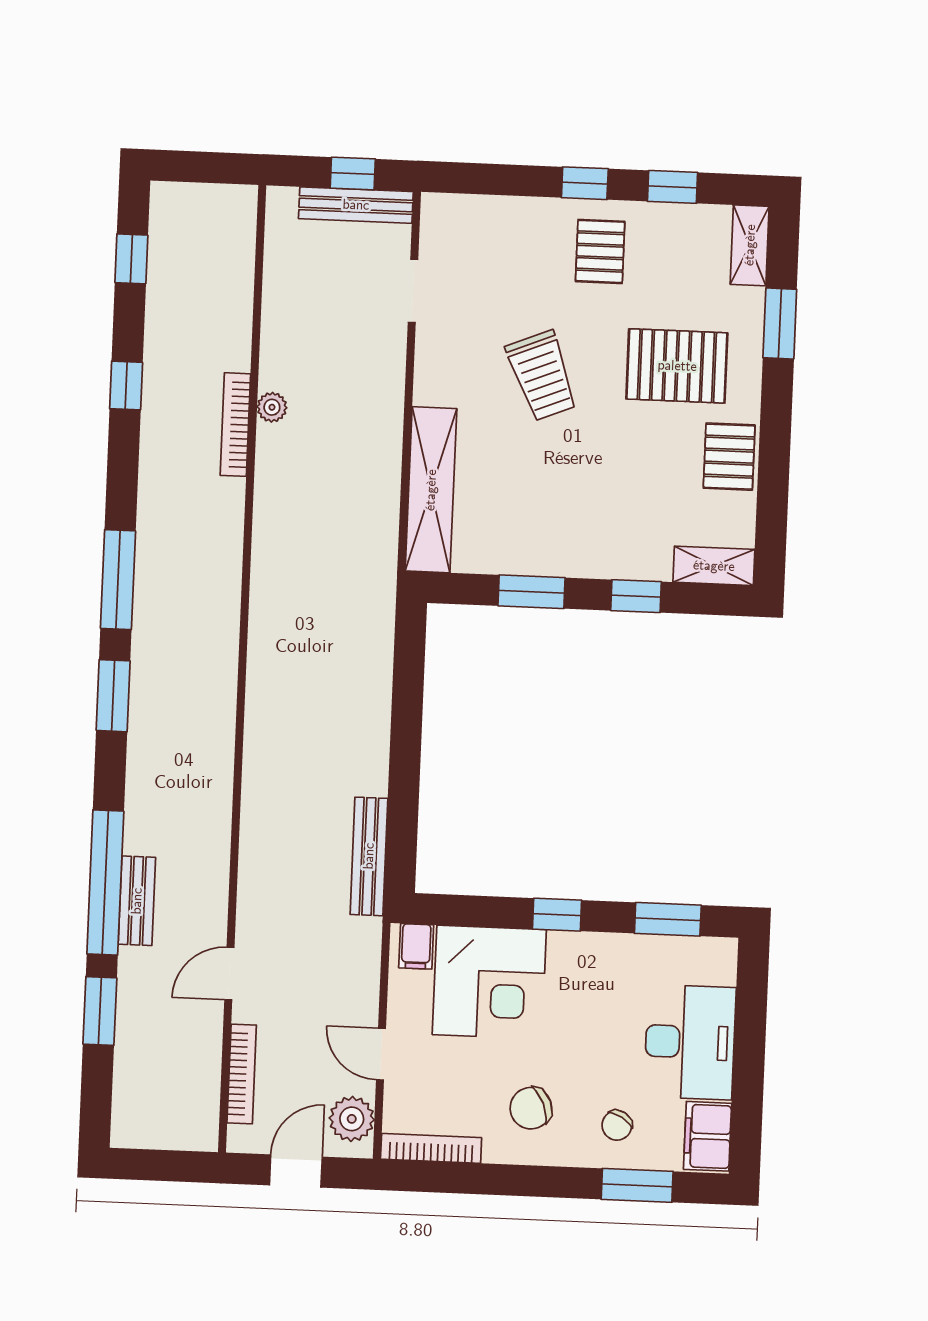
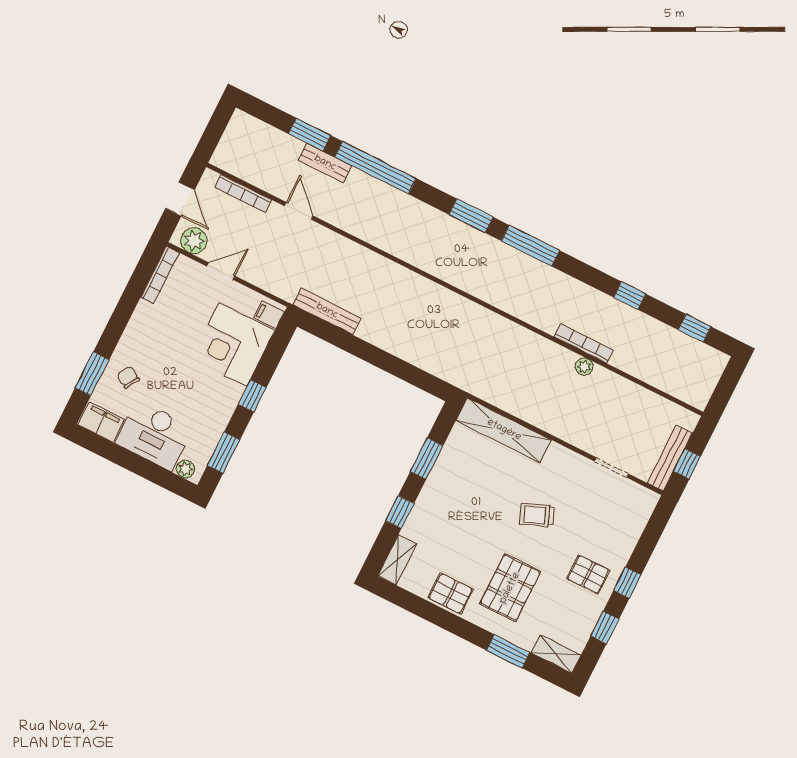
trolley: (542, 376) -> (537, 515), width x0.73, depth x0.72
bench: (137, 901) -> (325, 163), moved
plant: (722, 968) -> (185, 469), added
chair: (531, 1108) -> (157, 337), removed

